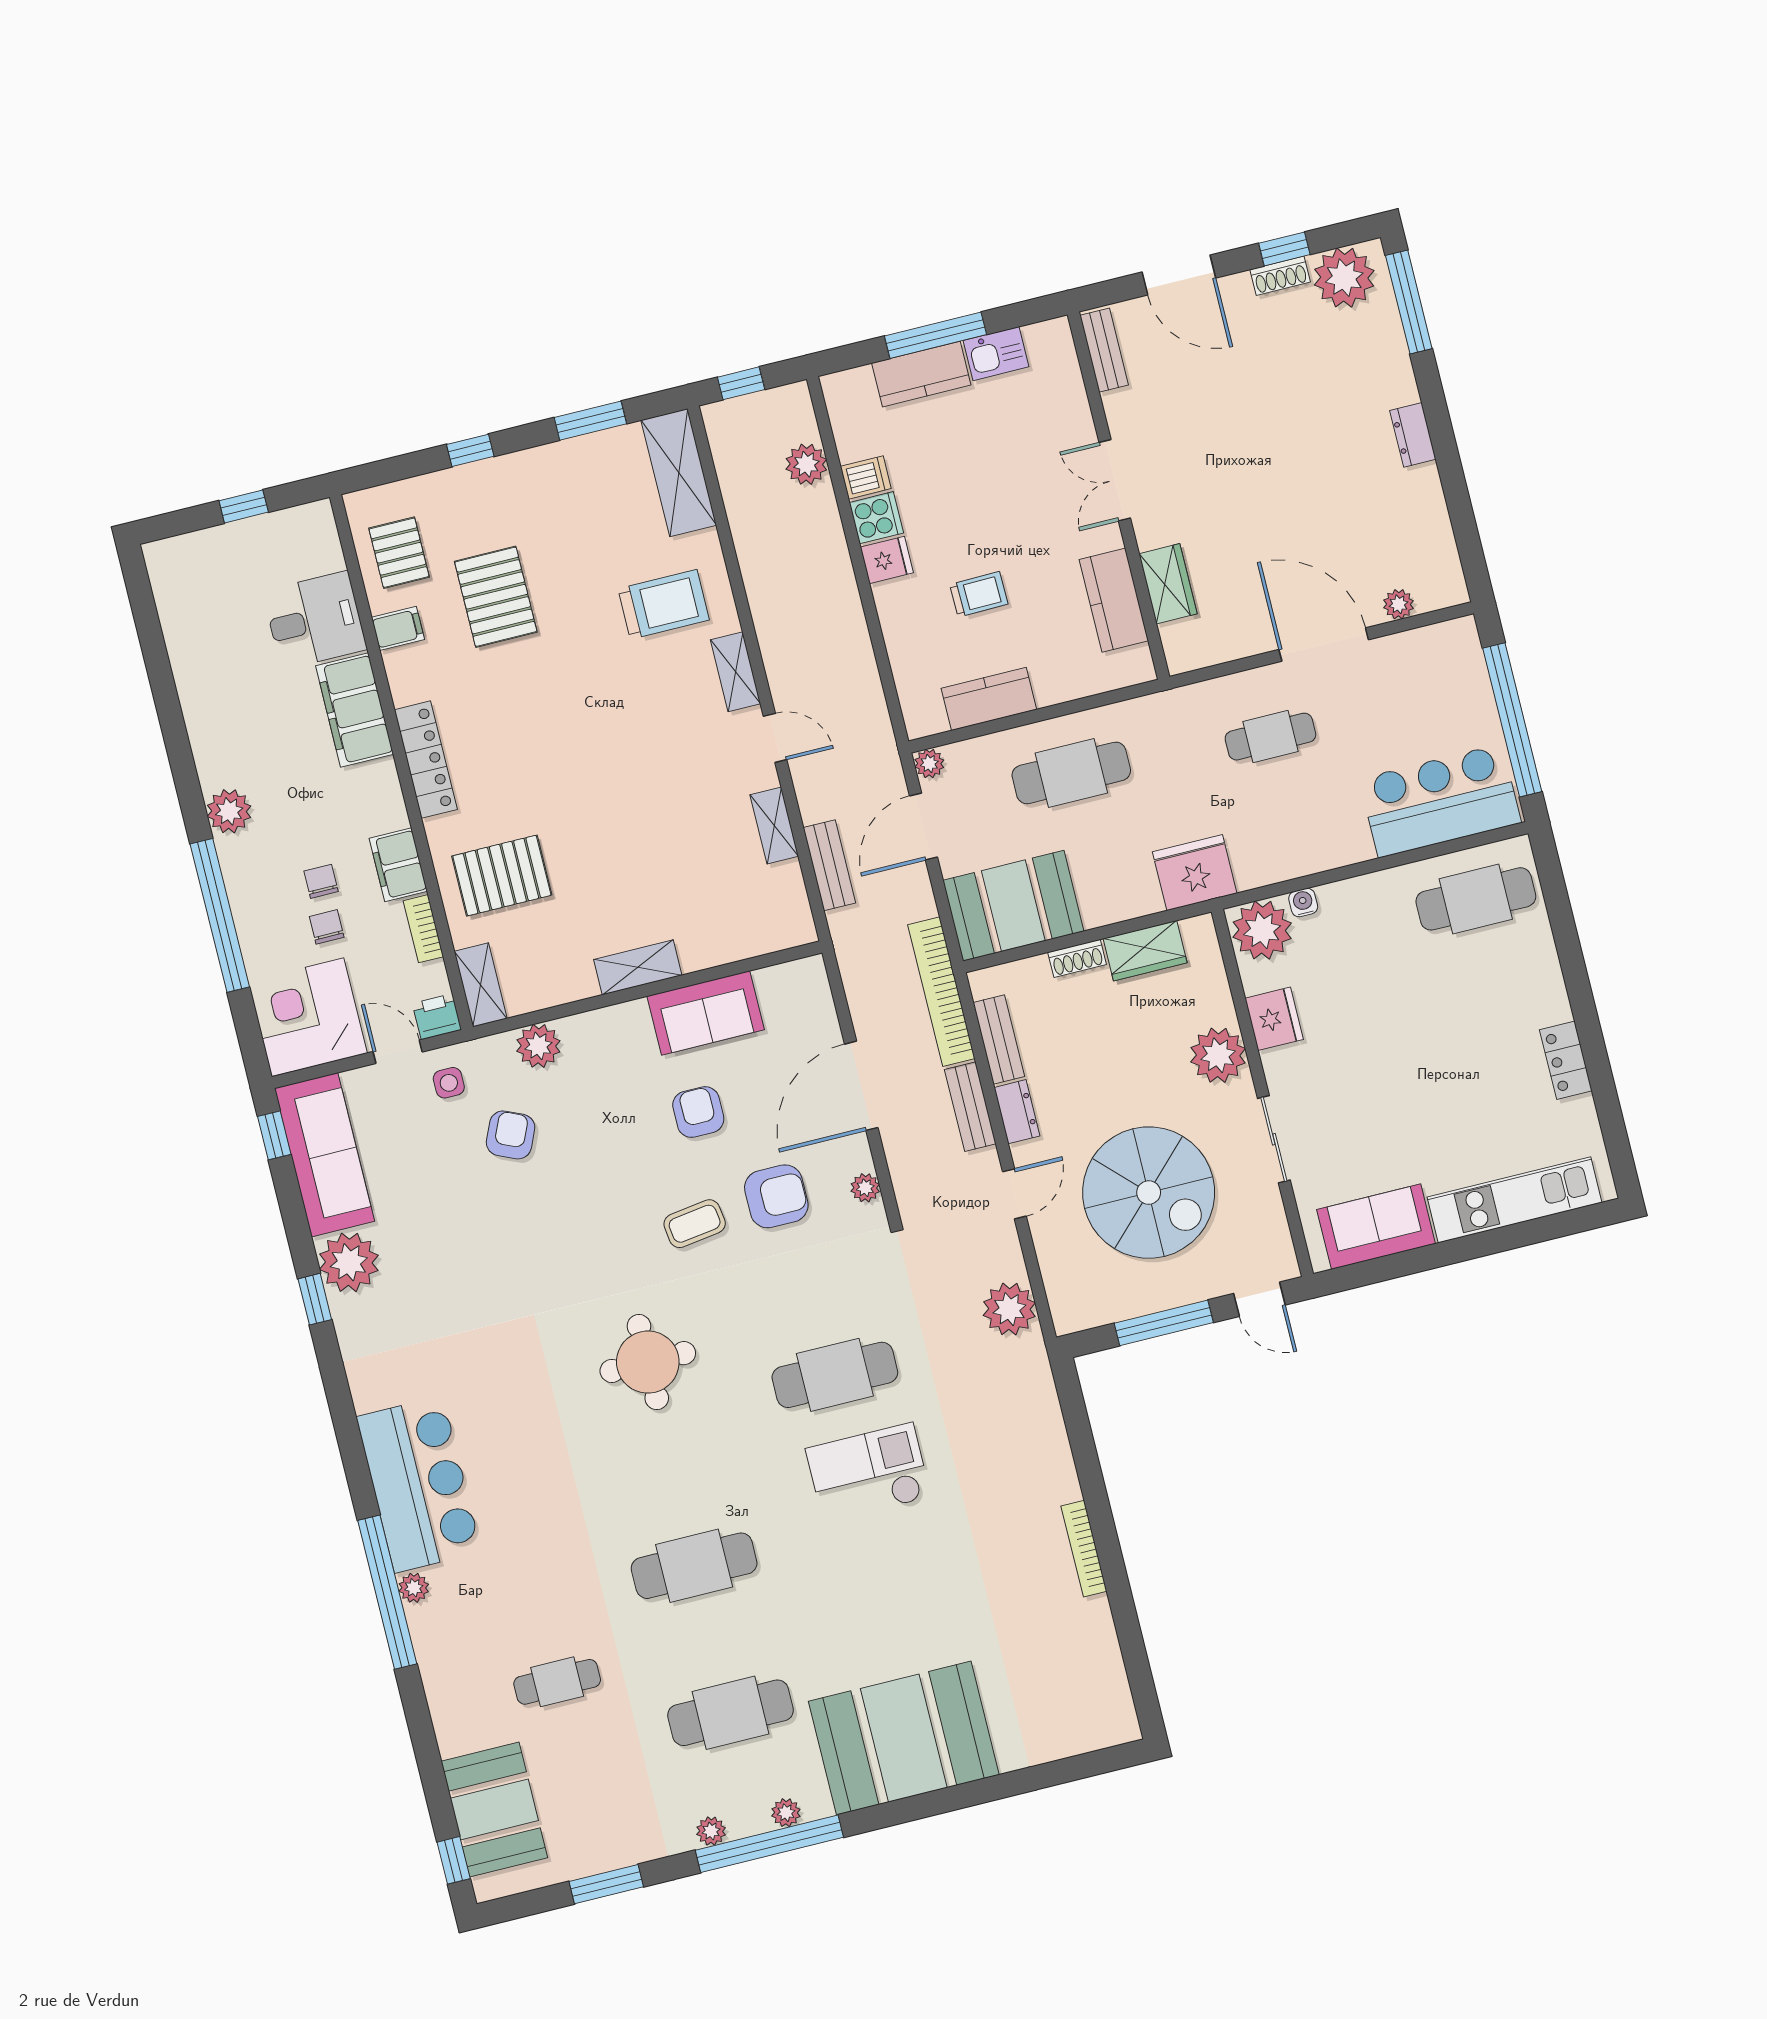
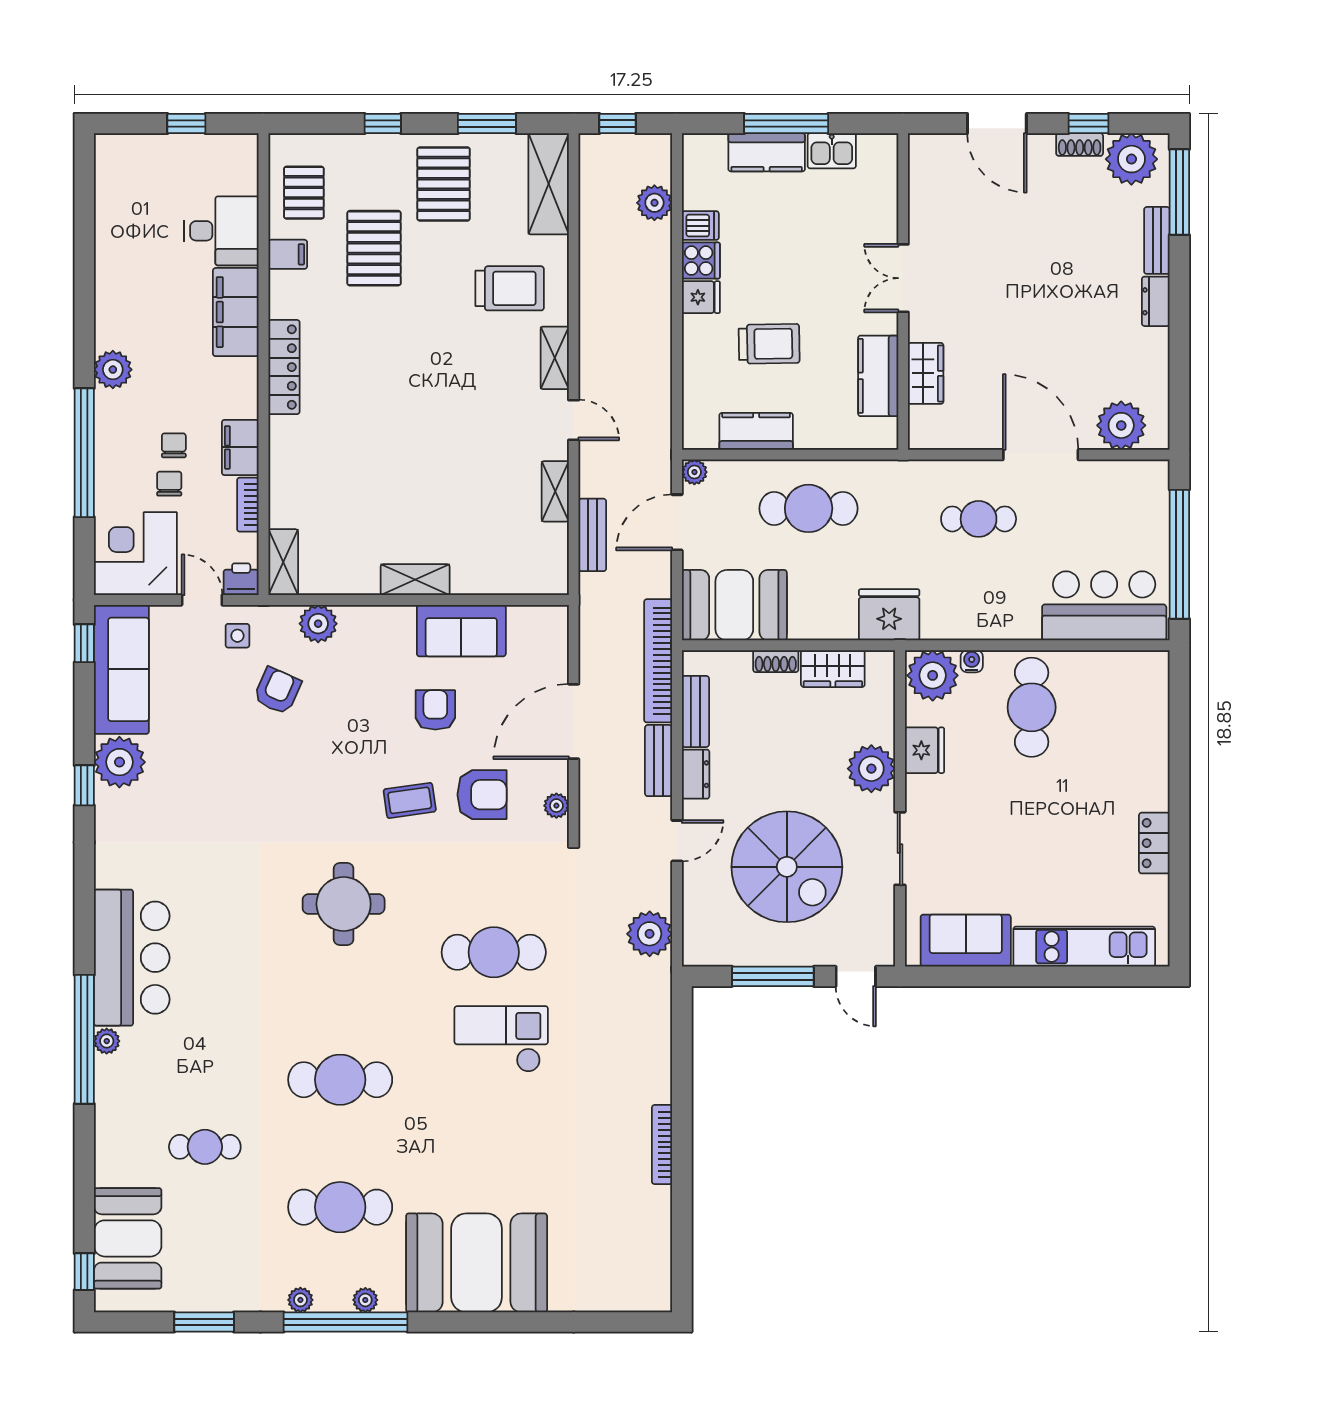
bench: (1104, 350) -> (1157, 240), moved
trolley: (979, 594) -> (769, 344), width x1.36, depth x1.39
plant: (1399, 604) -> (1121, 425), width x1.87, depth x1.87
pallet: (502, 876) -> (444, 184), moved, turned 90
cafe table: (1476, 899) -> (1032, 707), moved, turned 90

